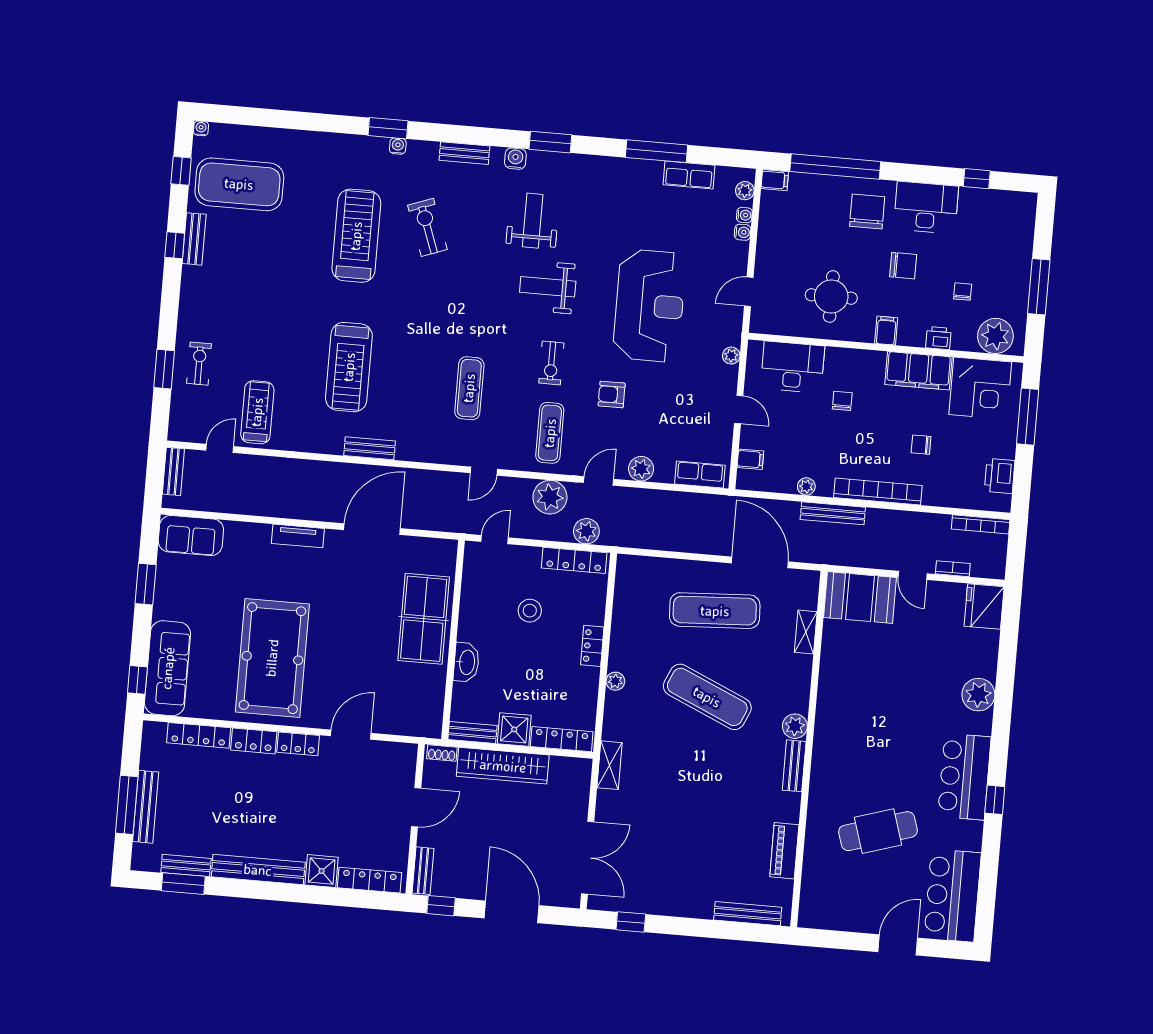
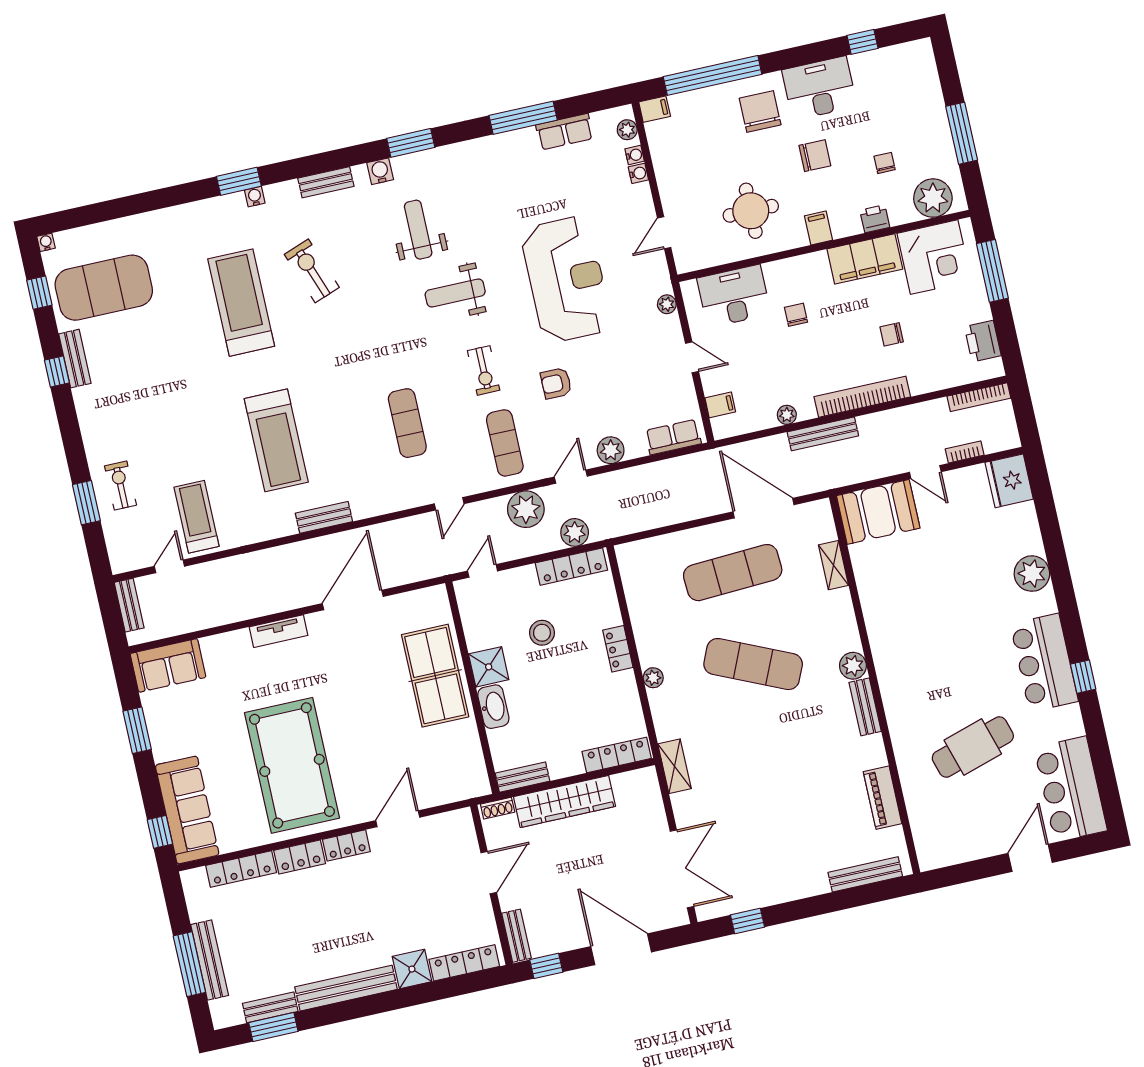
shower: (514, 729) -> (489, 667), moved

